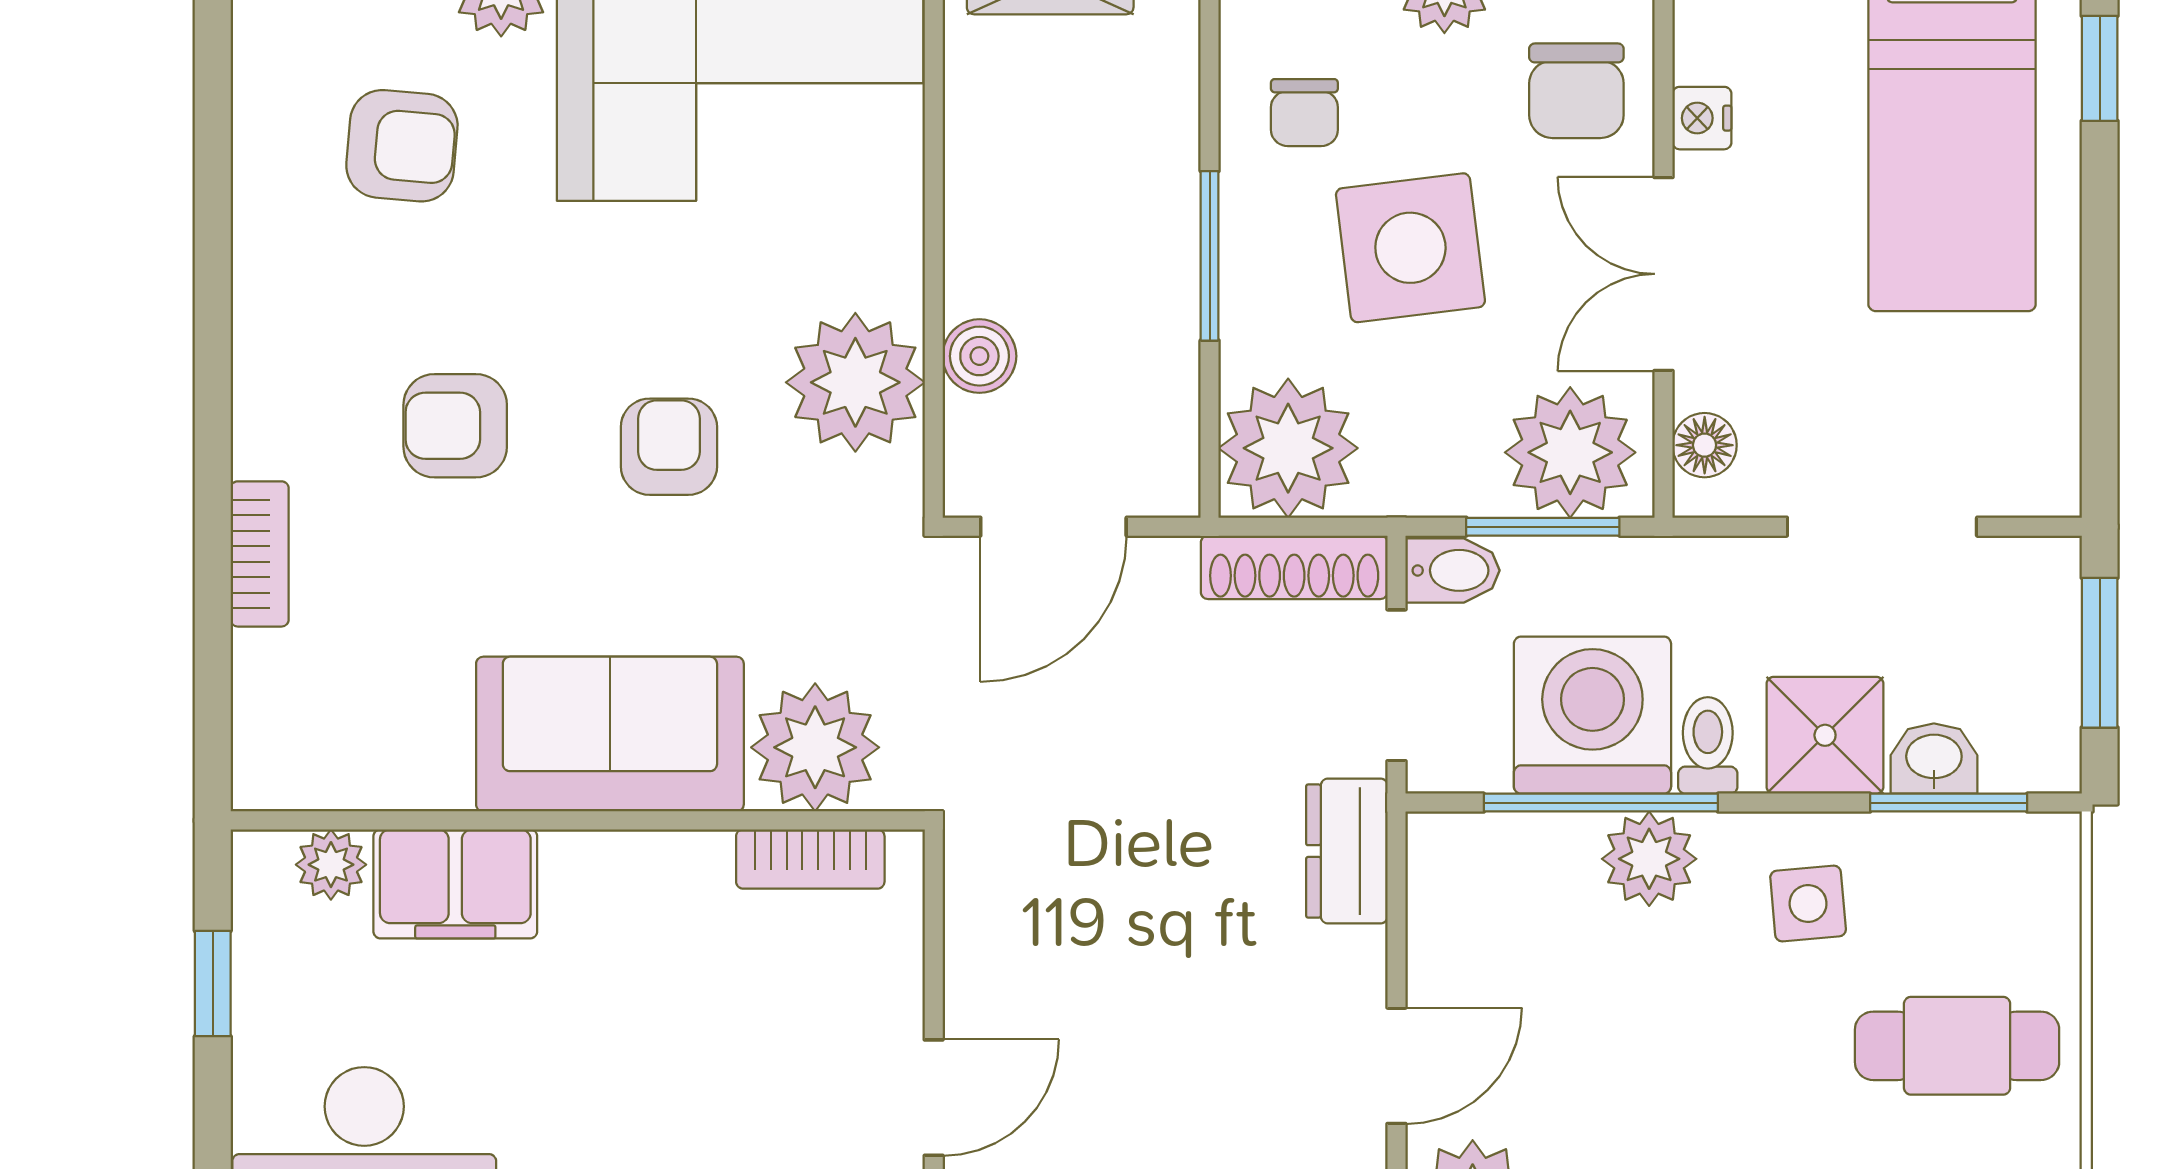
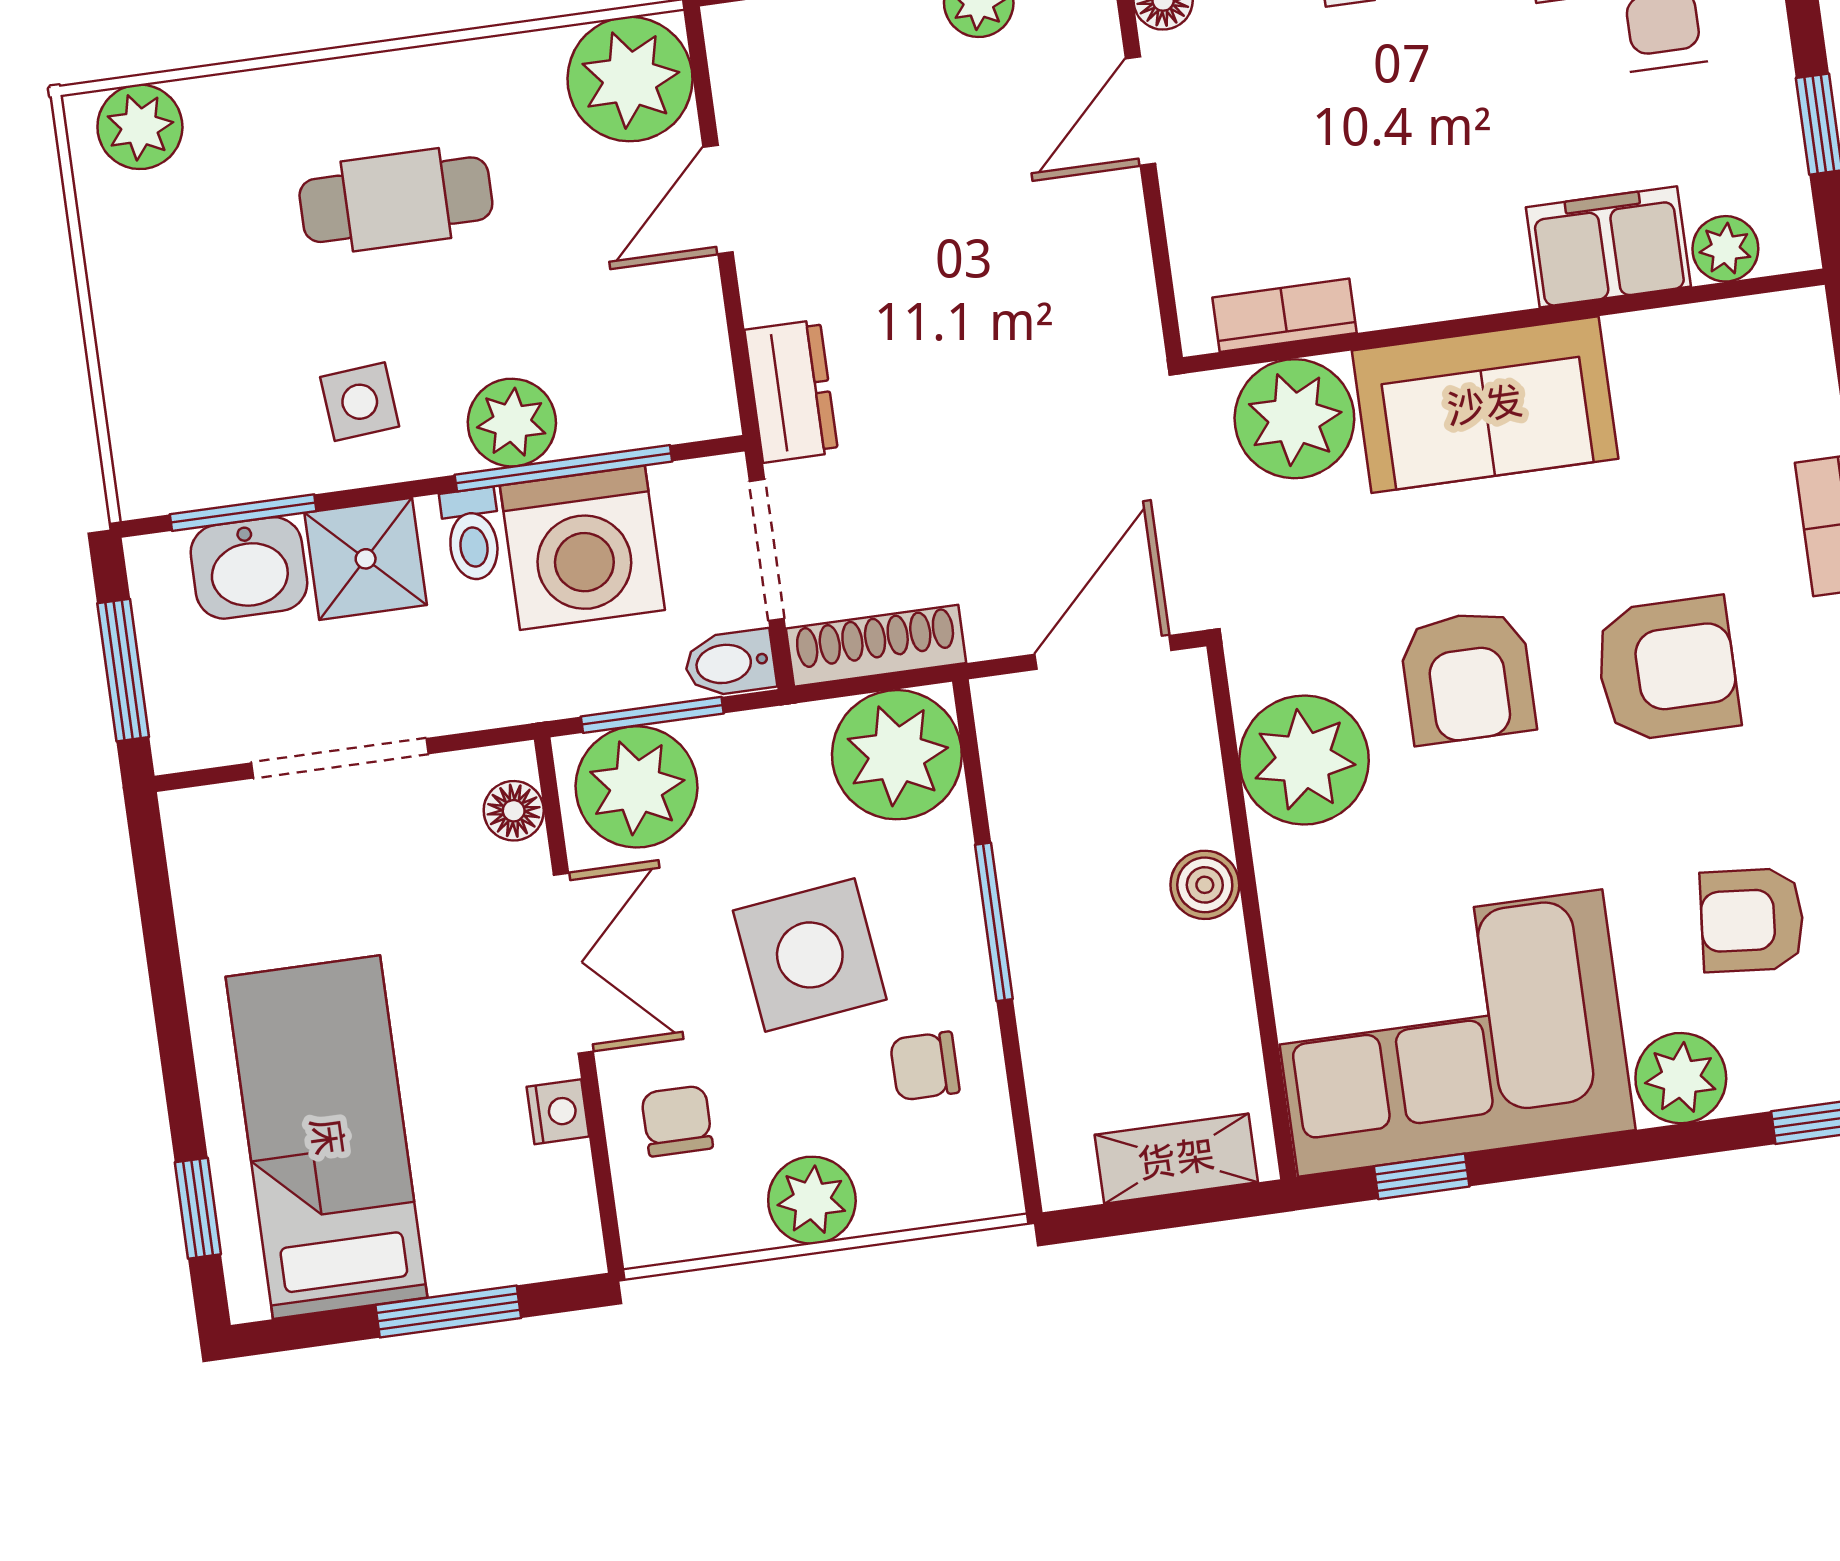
chair: (1576, 91) -> (677, 1121), width x0.73, depth x0.73
chair: (1304, 113) -> (925, 1066), turned -90
boiler: (979, 356) -> (1205, 885), moved
armchair: (455, 426) -> (1667, 669), width x1.38, depth x1.38
armchair: (669, 447) -> (1467, 677), width x1.38, depth x1.38
washbasin: (1934, 759) -> (249, 568), width x1.38, depth x1.45
cafe table: (1957, 1046) -> (396, 200), moved

